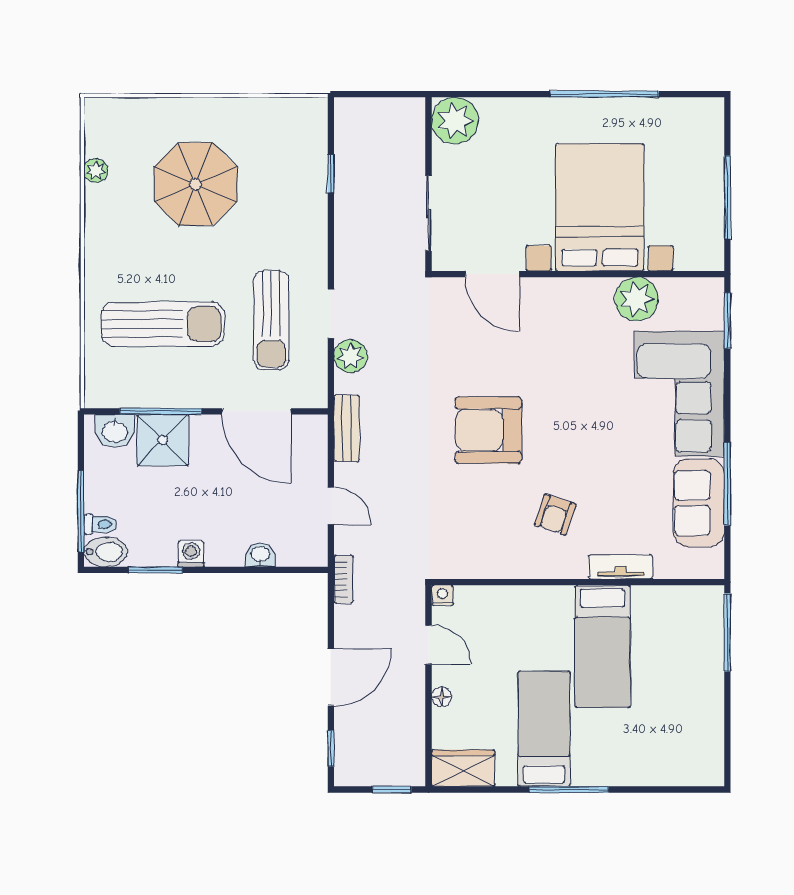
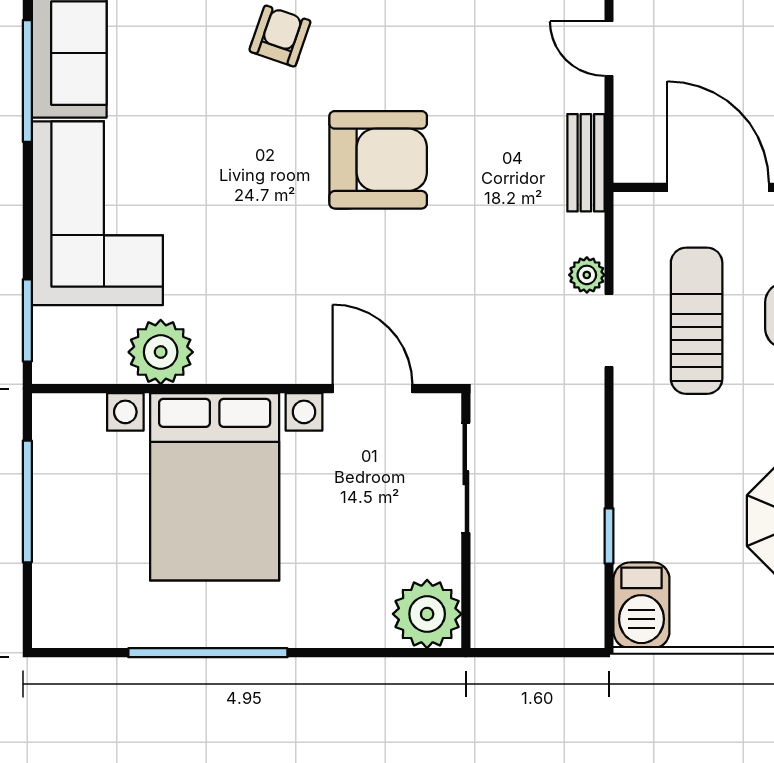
barbecue: (309, 126) -> (641, 605), added
plant: (351, 356) -> (587, 275), width x0.73, depth x0.73

